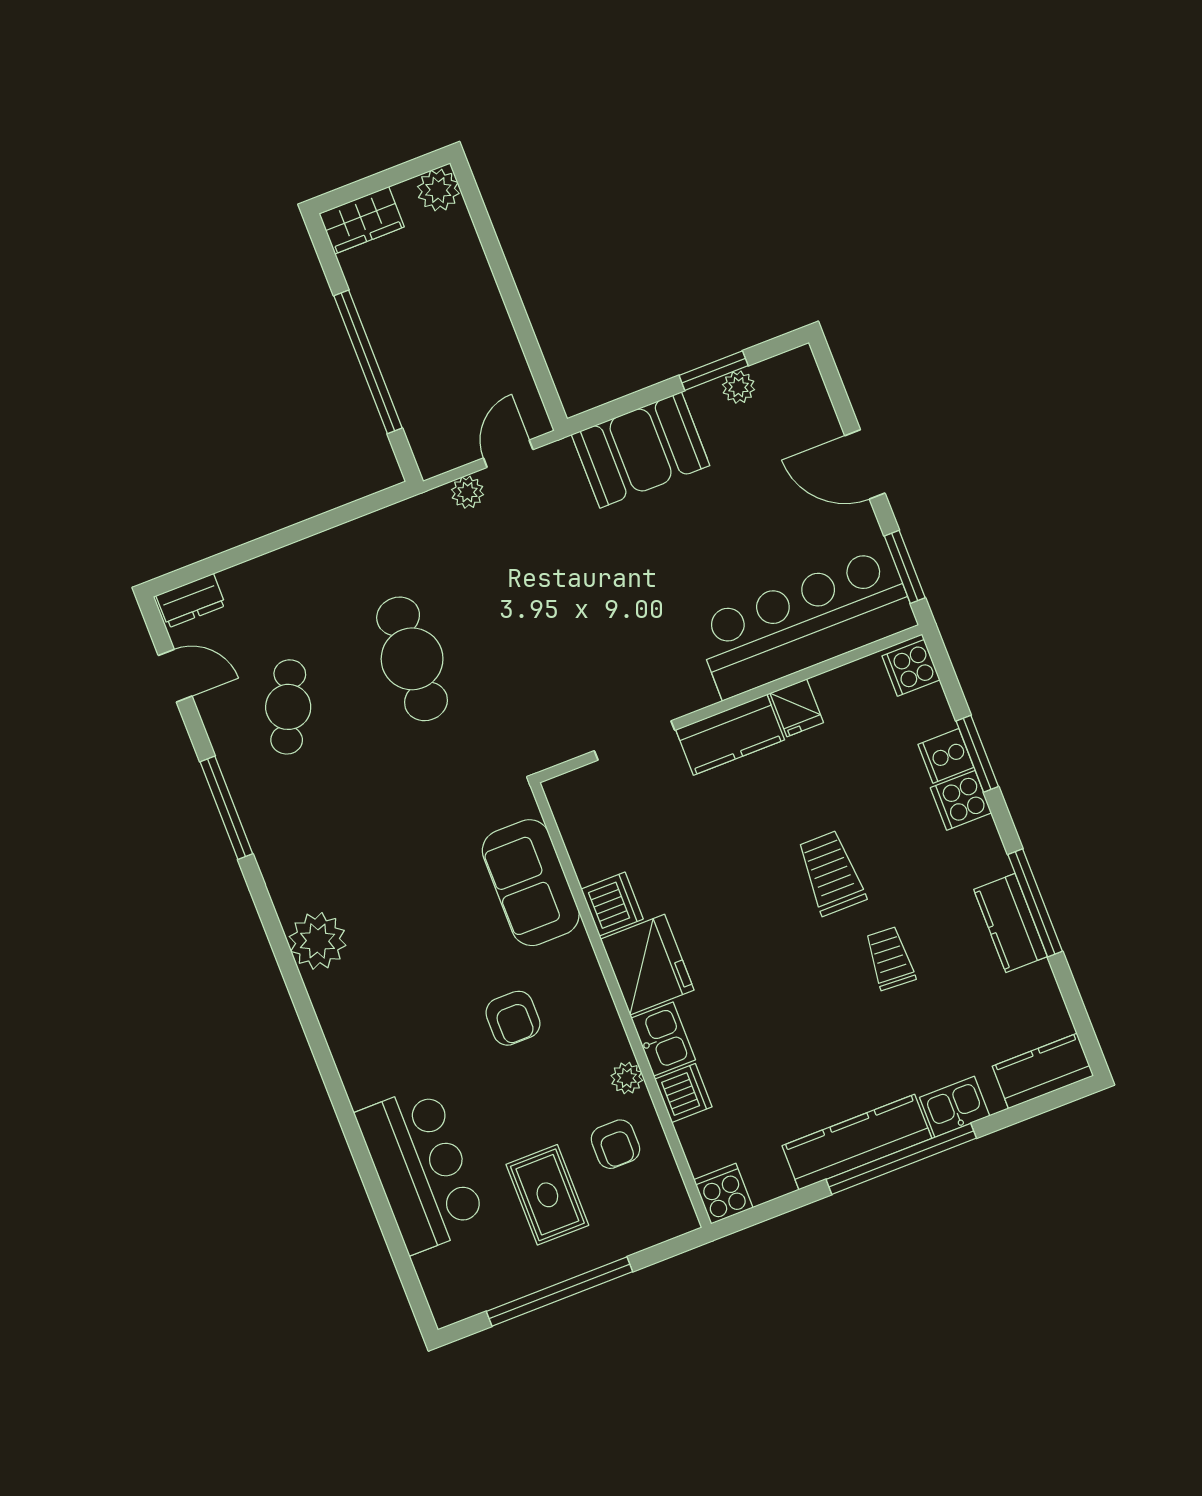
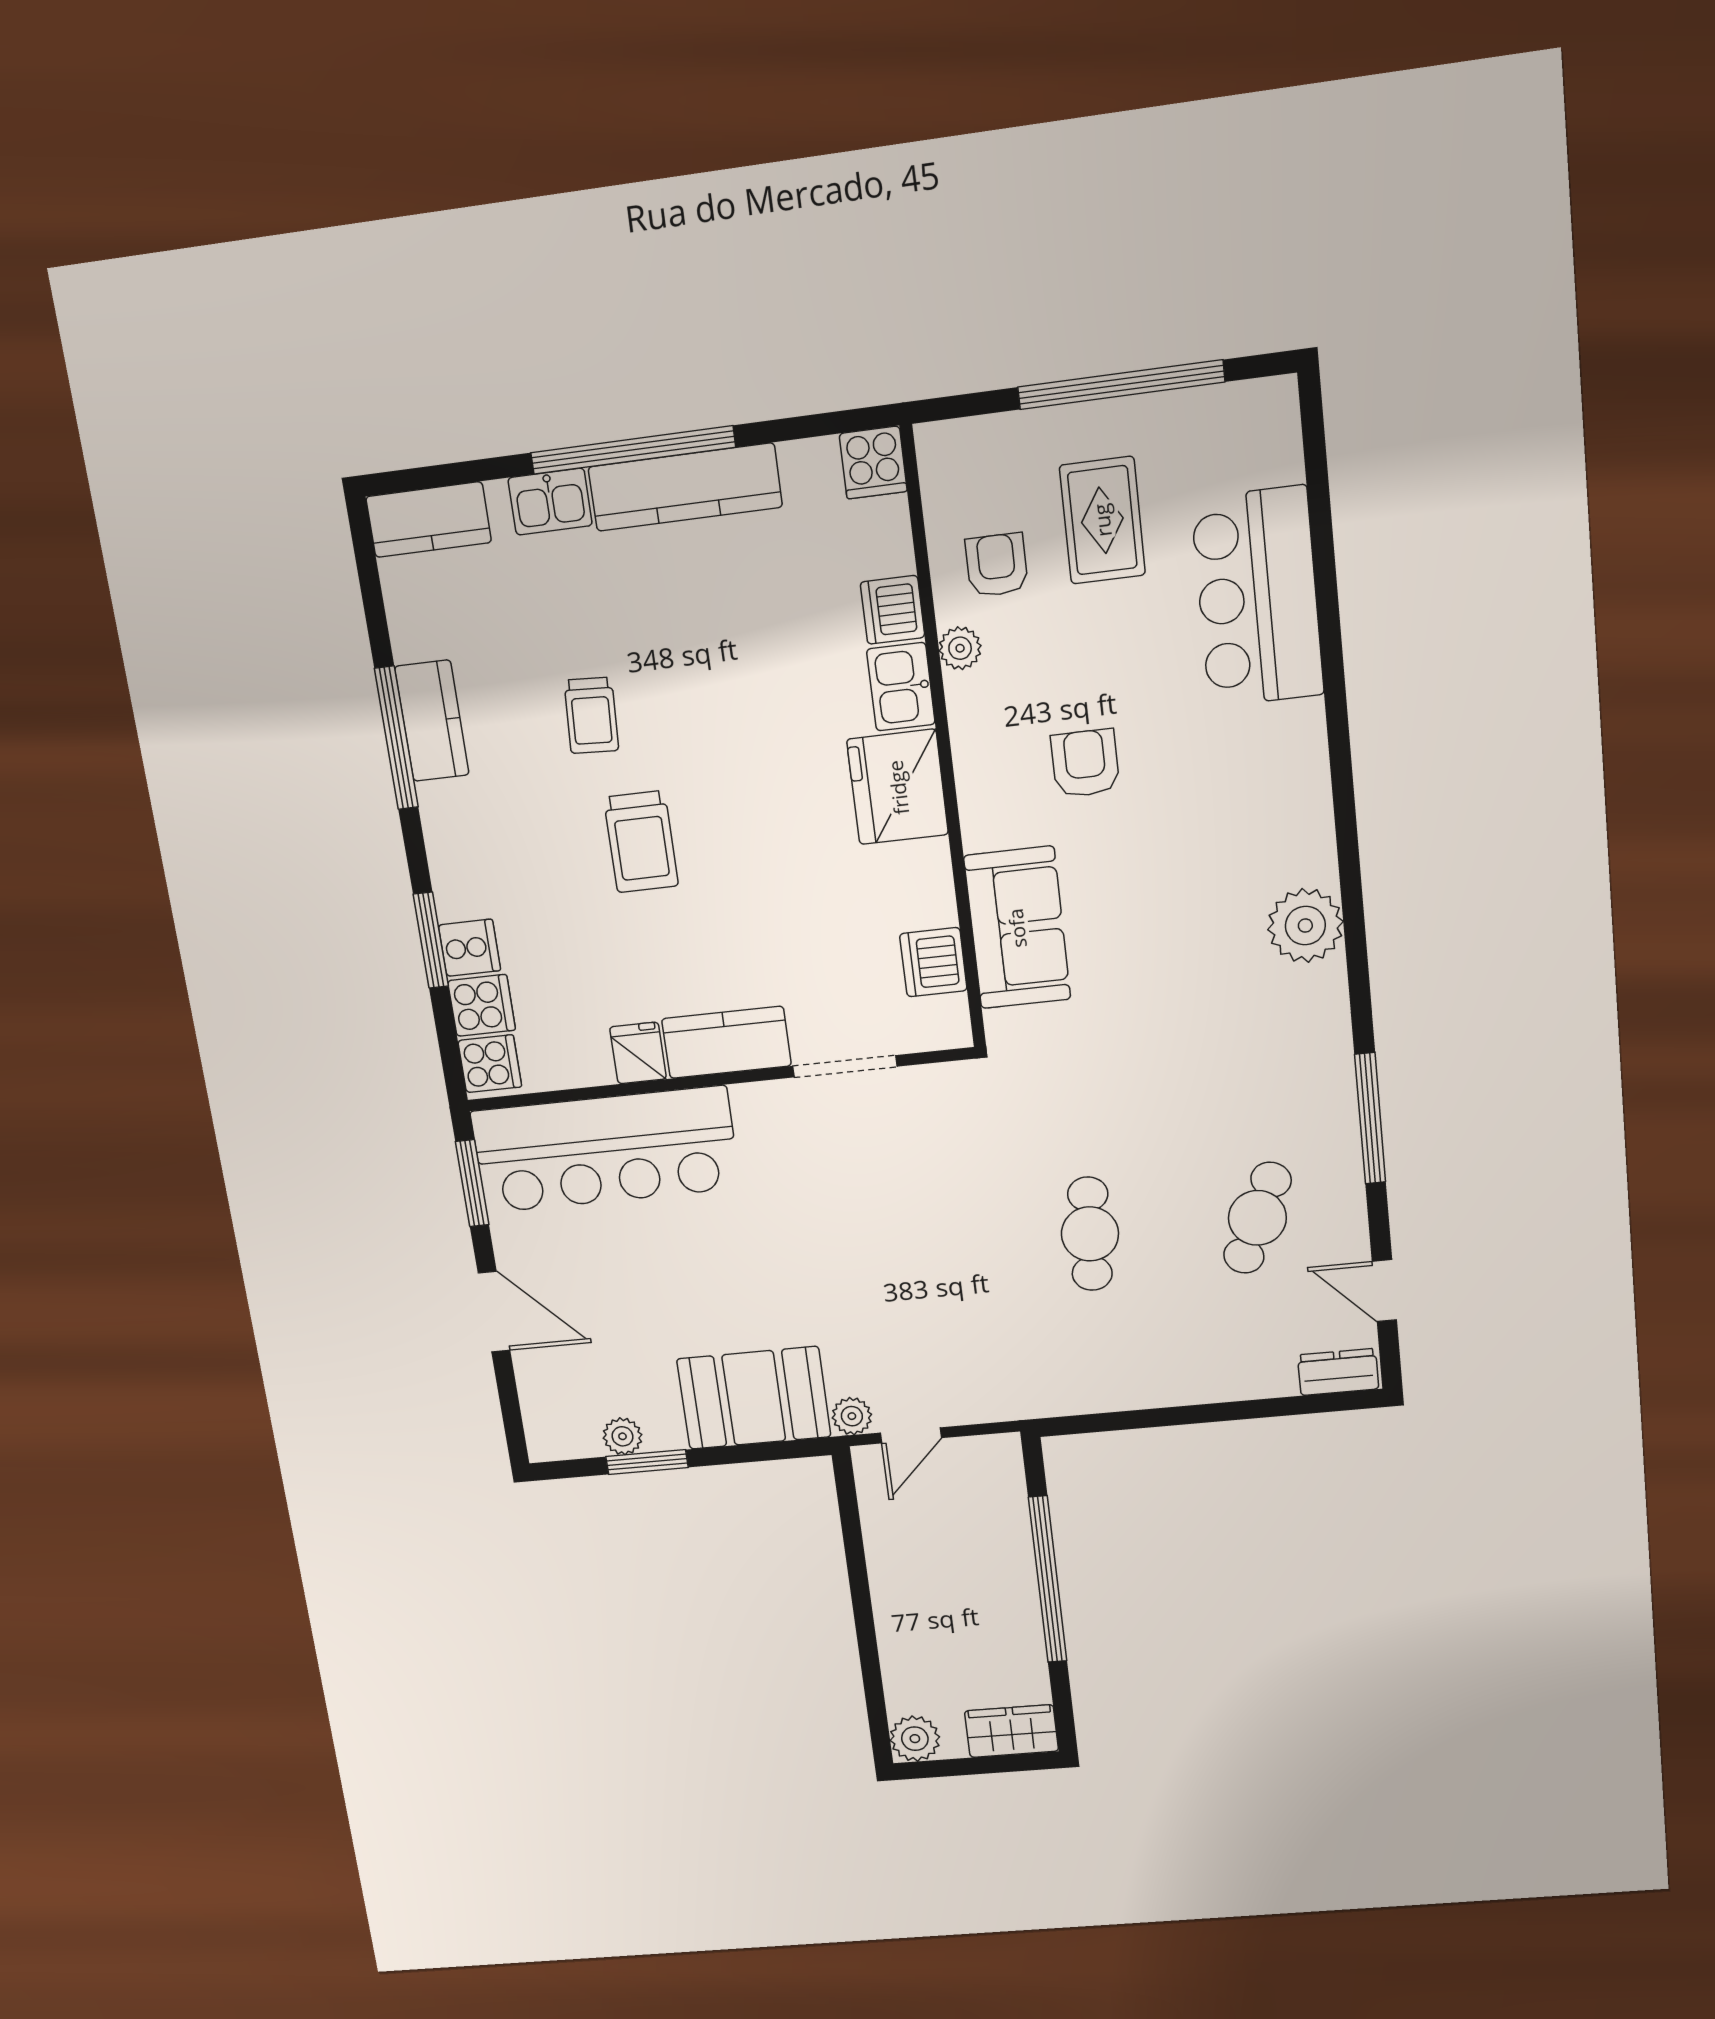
plant: (467, 492) -> (852, 1416), moved
cafe table: (412, 659) -> (1090, 1234), width x0.73, depth x0.74
cooker: (961, 800) -> (482, 1005), moved
dishwasher: (612, 904) -> (933, 962), moved

